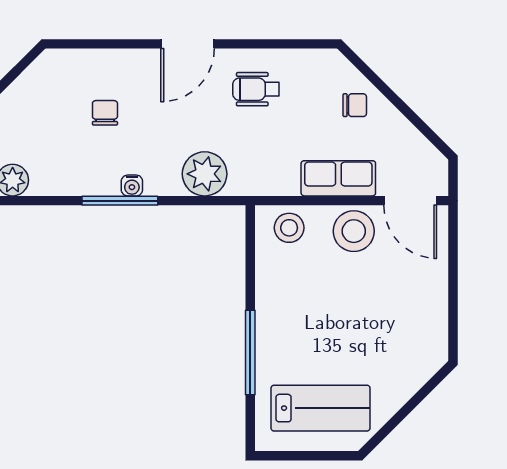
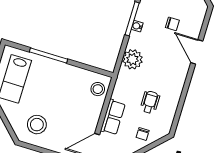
door: (187, 44) -> (197, 52), moved
wheelchair: (256, 89) -> (150, 102), moved
stool: (354, 231) -> (37, 125), moved

